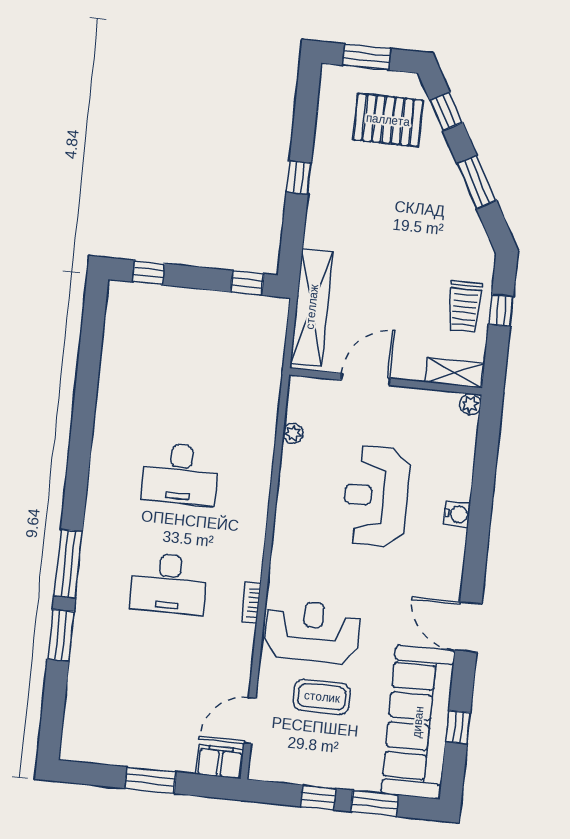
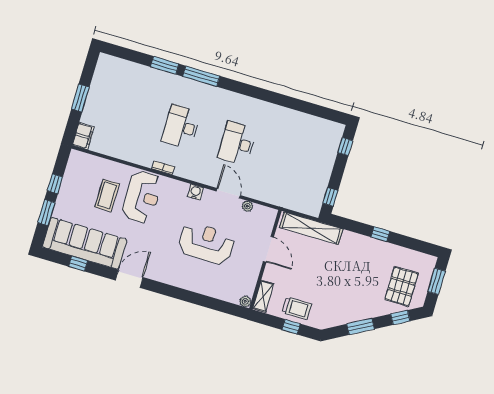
trolley: (465, 306) -> (297, 308), turned 180
water cooler: (457, 514) -> (195, 192), moved, turned 180
door: (250, 721) -> (228, 193), moved

